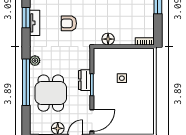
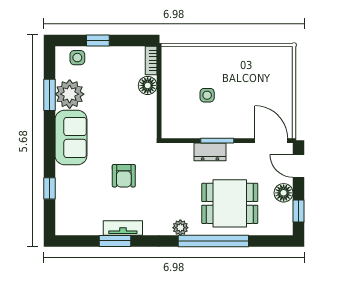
floor lamp: (108, 39) -> (148, 85), moved

